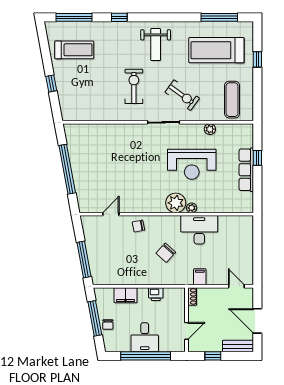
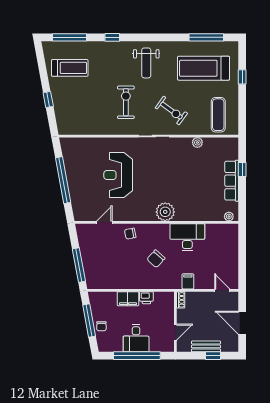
reception desk: (192, 164) -> (118, 175), moved, turned 90
plant: (192, 208) -> (229, 217), moved
filing cabinet: (125, 295) -> (128, 299), moved
bench: (238, 346) -> (206, 346), moved
window: (213, 356) -> (213, 356), moved

